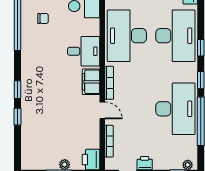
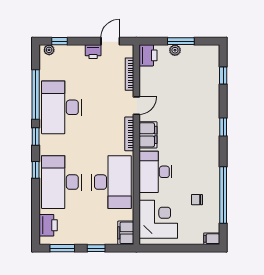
desk: (84, 51) -> (156, 172), width x1.37
door: (102, 110) -> (136, 106), swing flipped
window: (17, 117) -> (223, 75), moved

